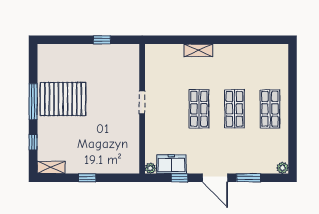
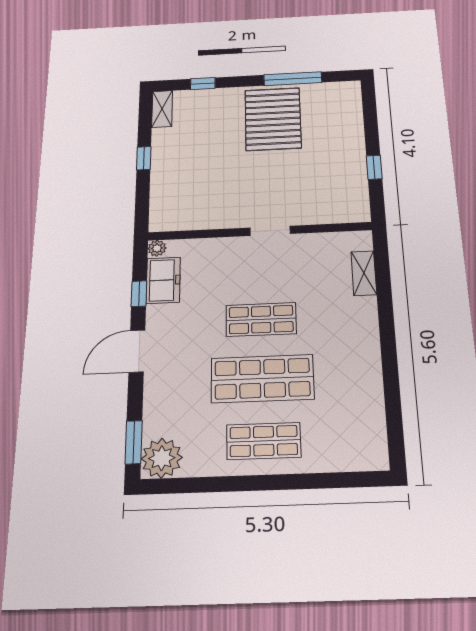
shelving: (198, 50) -> (364, 273), moved
window: (33, 102) -> (293, 79), moved
shop shelf: (234, 109) -> (262, 379), width x1.43, depth x1.36
plant: (282, 168) -> (162, 458), width x1.87, depth x1.87
window: (249, 178) -> (134, 442), moved

